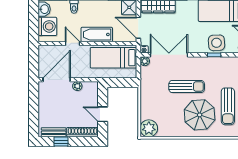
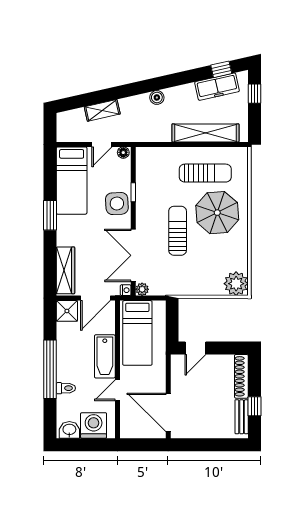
side table: (217, 43) -> (117, 204), moved
plant: (77, 86) -> (177, 383), removed
door: (103, 114) -> (195, 348), moved

